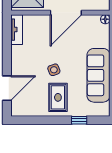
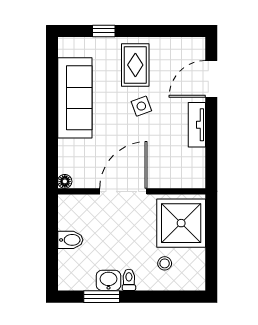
tv unit: (17, 30) -> (197, 125), moved

